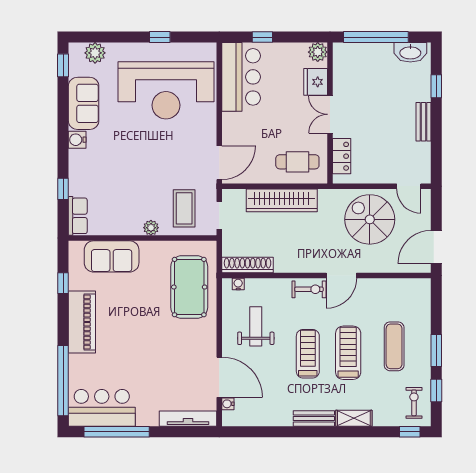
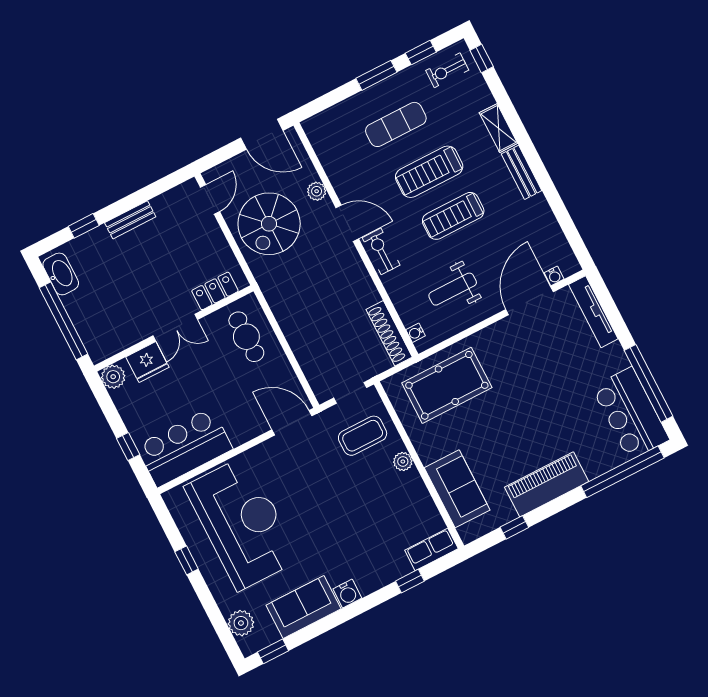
wardrobe: (282, 200) -> (298, 332), removed
plant: (376, 265) -> (317, 191), added

